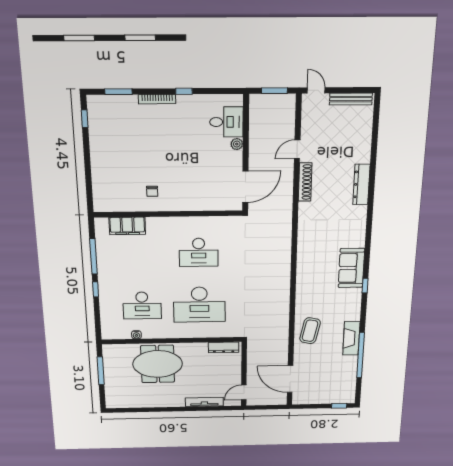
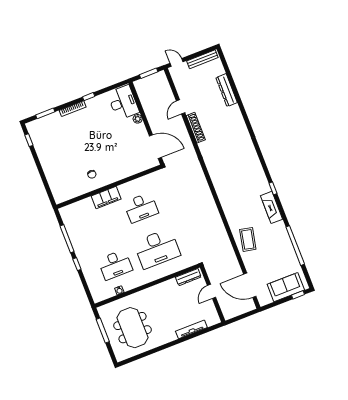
desk: (226, 122) -> (123, 103), width x1.37
dresser: (361, 184) -> (227, 90), moved
door: (245, 187) -> (155, 147), hinge flipped
filing cabinet: (127, 226) -> (106, 198), moved
sofa: (351, 268) -> (286, 287), moved, turned 90
fireplace: (351, 338) -> (272, 207), moved
meeting table: (158, 364) -> (133, 328), moved, turned 90
door: (244, 392) -> (212, 291), moved

